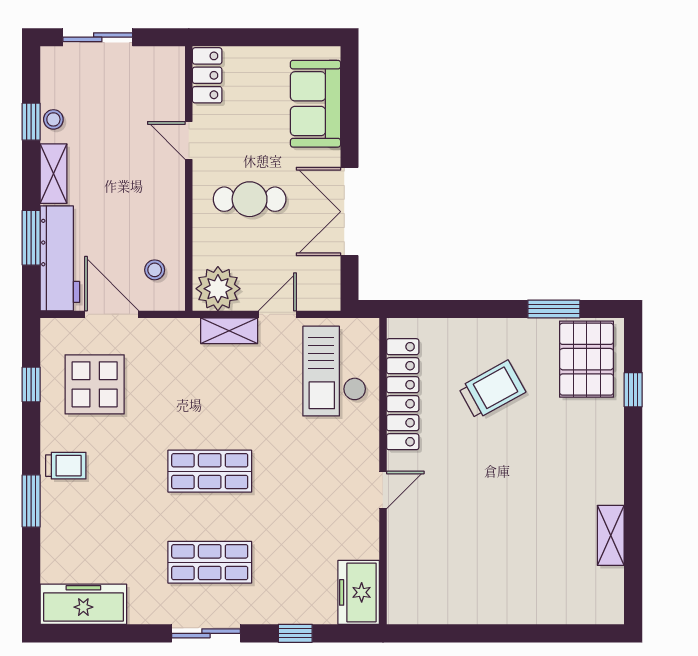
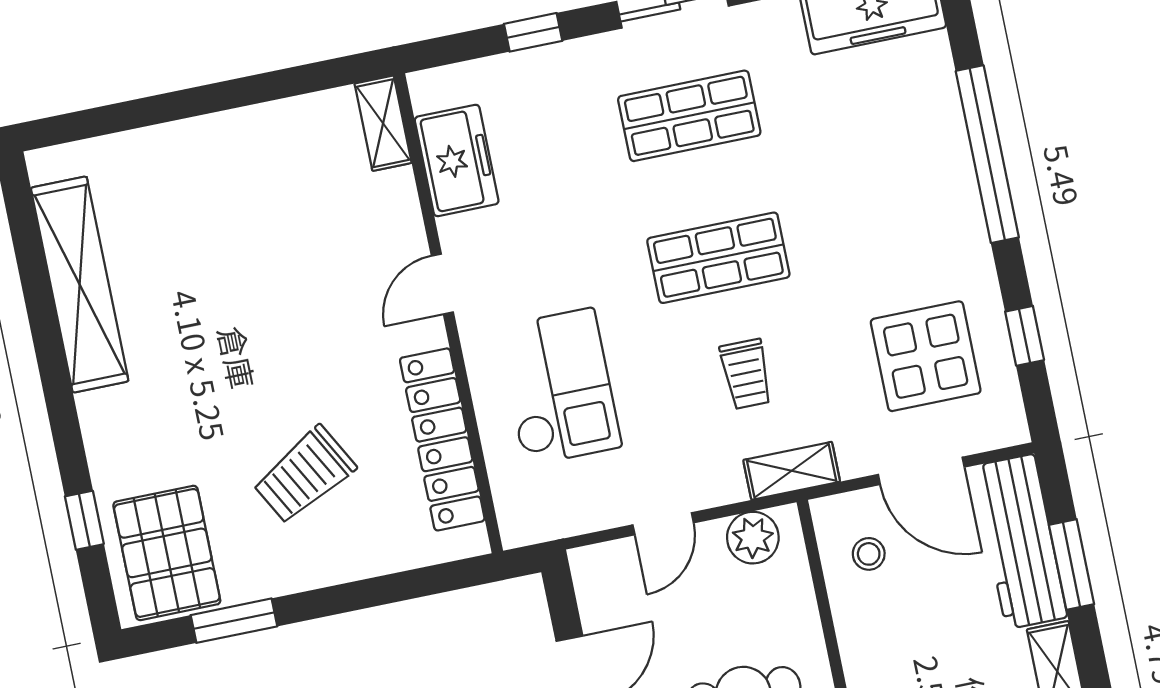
plant: (218, 289) -> (753, 538), width x0.73, depth x0.73
shelving: (229, 331) -> (792, 471), moved
checkout: (334, 371) -> (559, 387), moved
trolley: (66, 466) -> (746, 374), moved, turned -90
window: (31, 501) -> (987, 154), width x2.11
shelving: (611, 535) -> (80, 285), width x2.20, depth x1.33
freezer: (359, 592) -> (457, 160), moved
shelving: (399, 596) -> (383, 123), added

